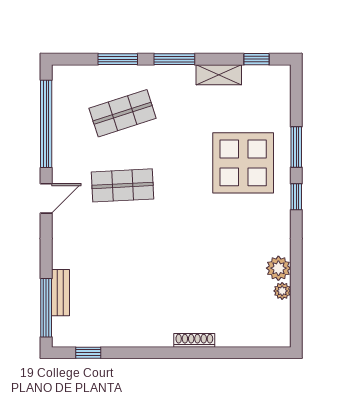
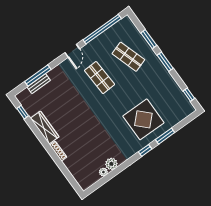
shelving: (219, 75) -> (172, 84), removed
door: (46, 198) -> (72, 51), hinge flipped
window: (46, 308) -> (38, 76), moved
wardrobe: (140, 335) -> (45, 128), added

